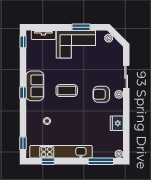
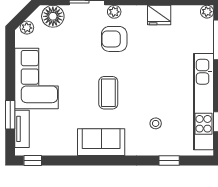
window: (81, 27) -> (10, 115), moved
floor lamp: (116, 55) -> (53, 16), added
window: (23, 93) -> (112, 161), removed
armchair: (101, 94) -> (114, 39), turned 90
window: (23, 143) -> (169, 161), moved

